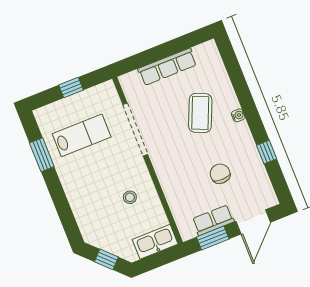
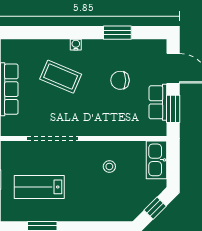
lab bench: (82, 135) -> (39, 187), turned -90
window: (267, 152) -> (117, 33), width x1.50

